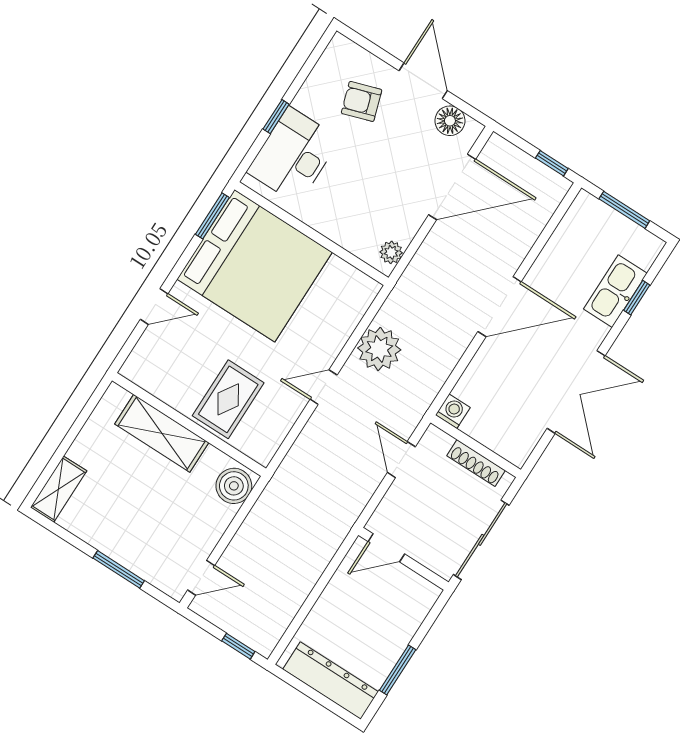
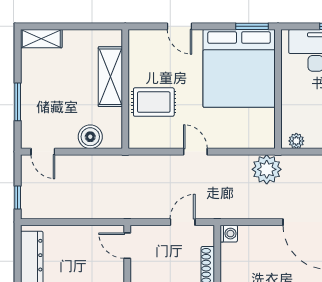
plant: (379, 349) -> (267, 169), moved
boiler: (234, 486) -> (90, 137), moved

